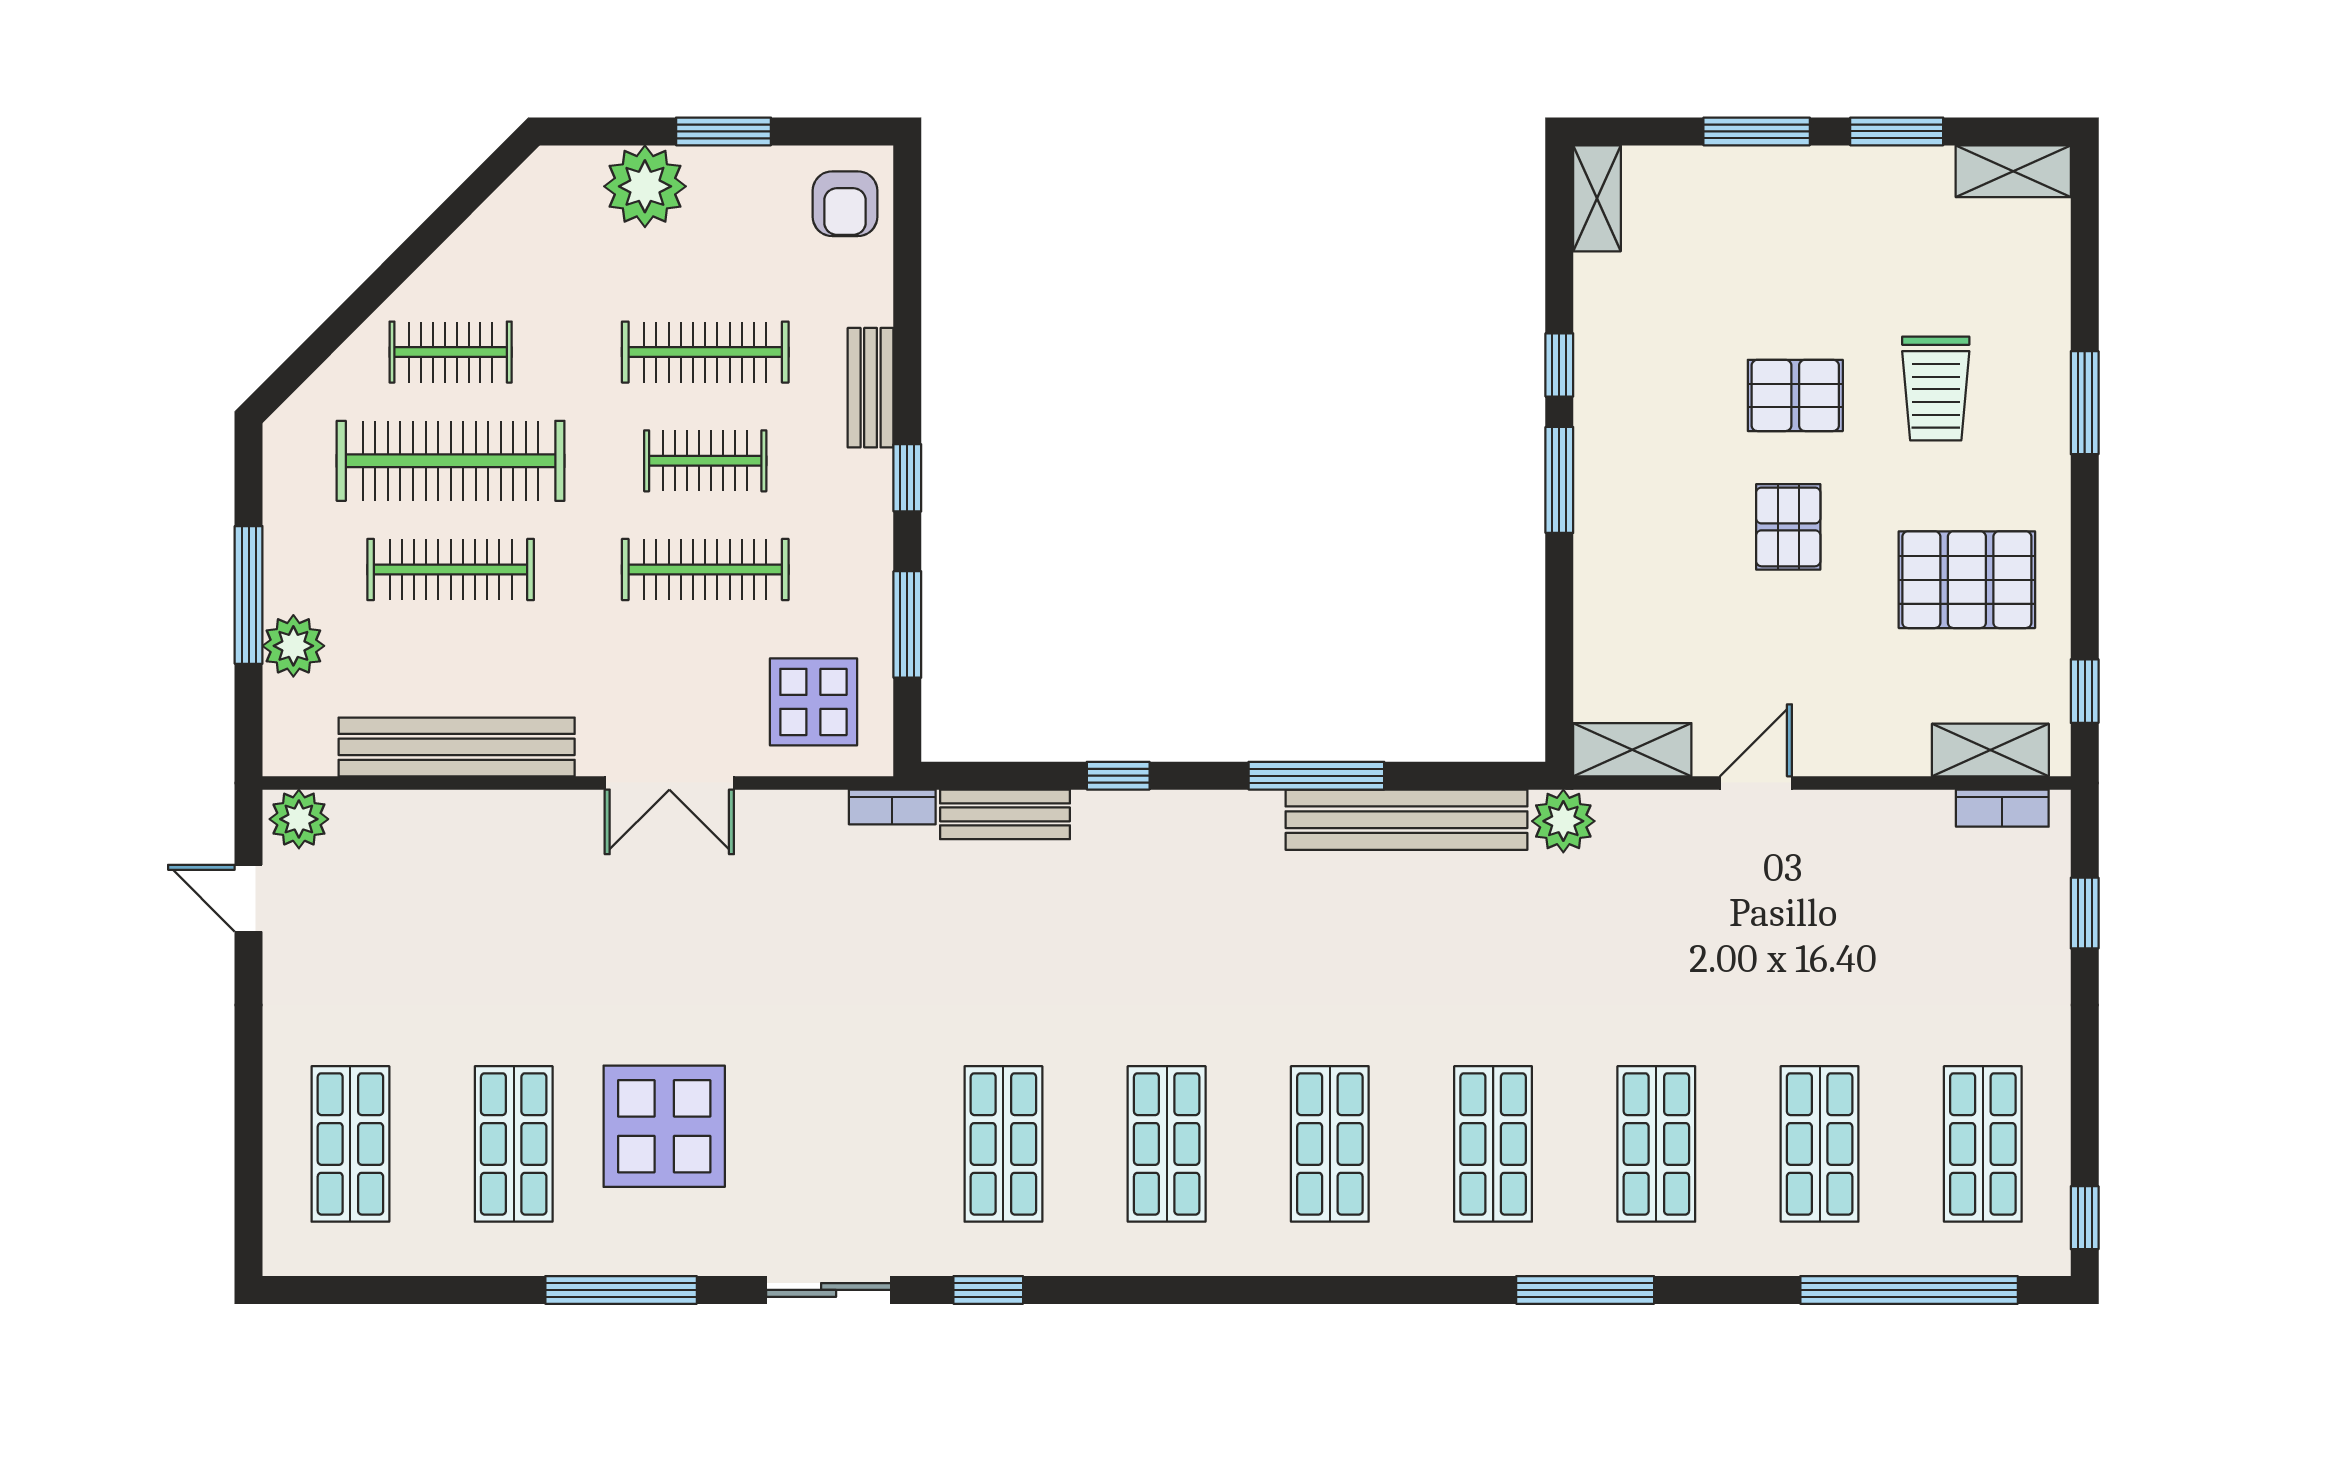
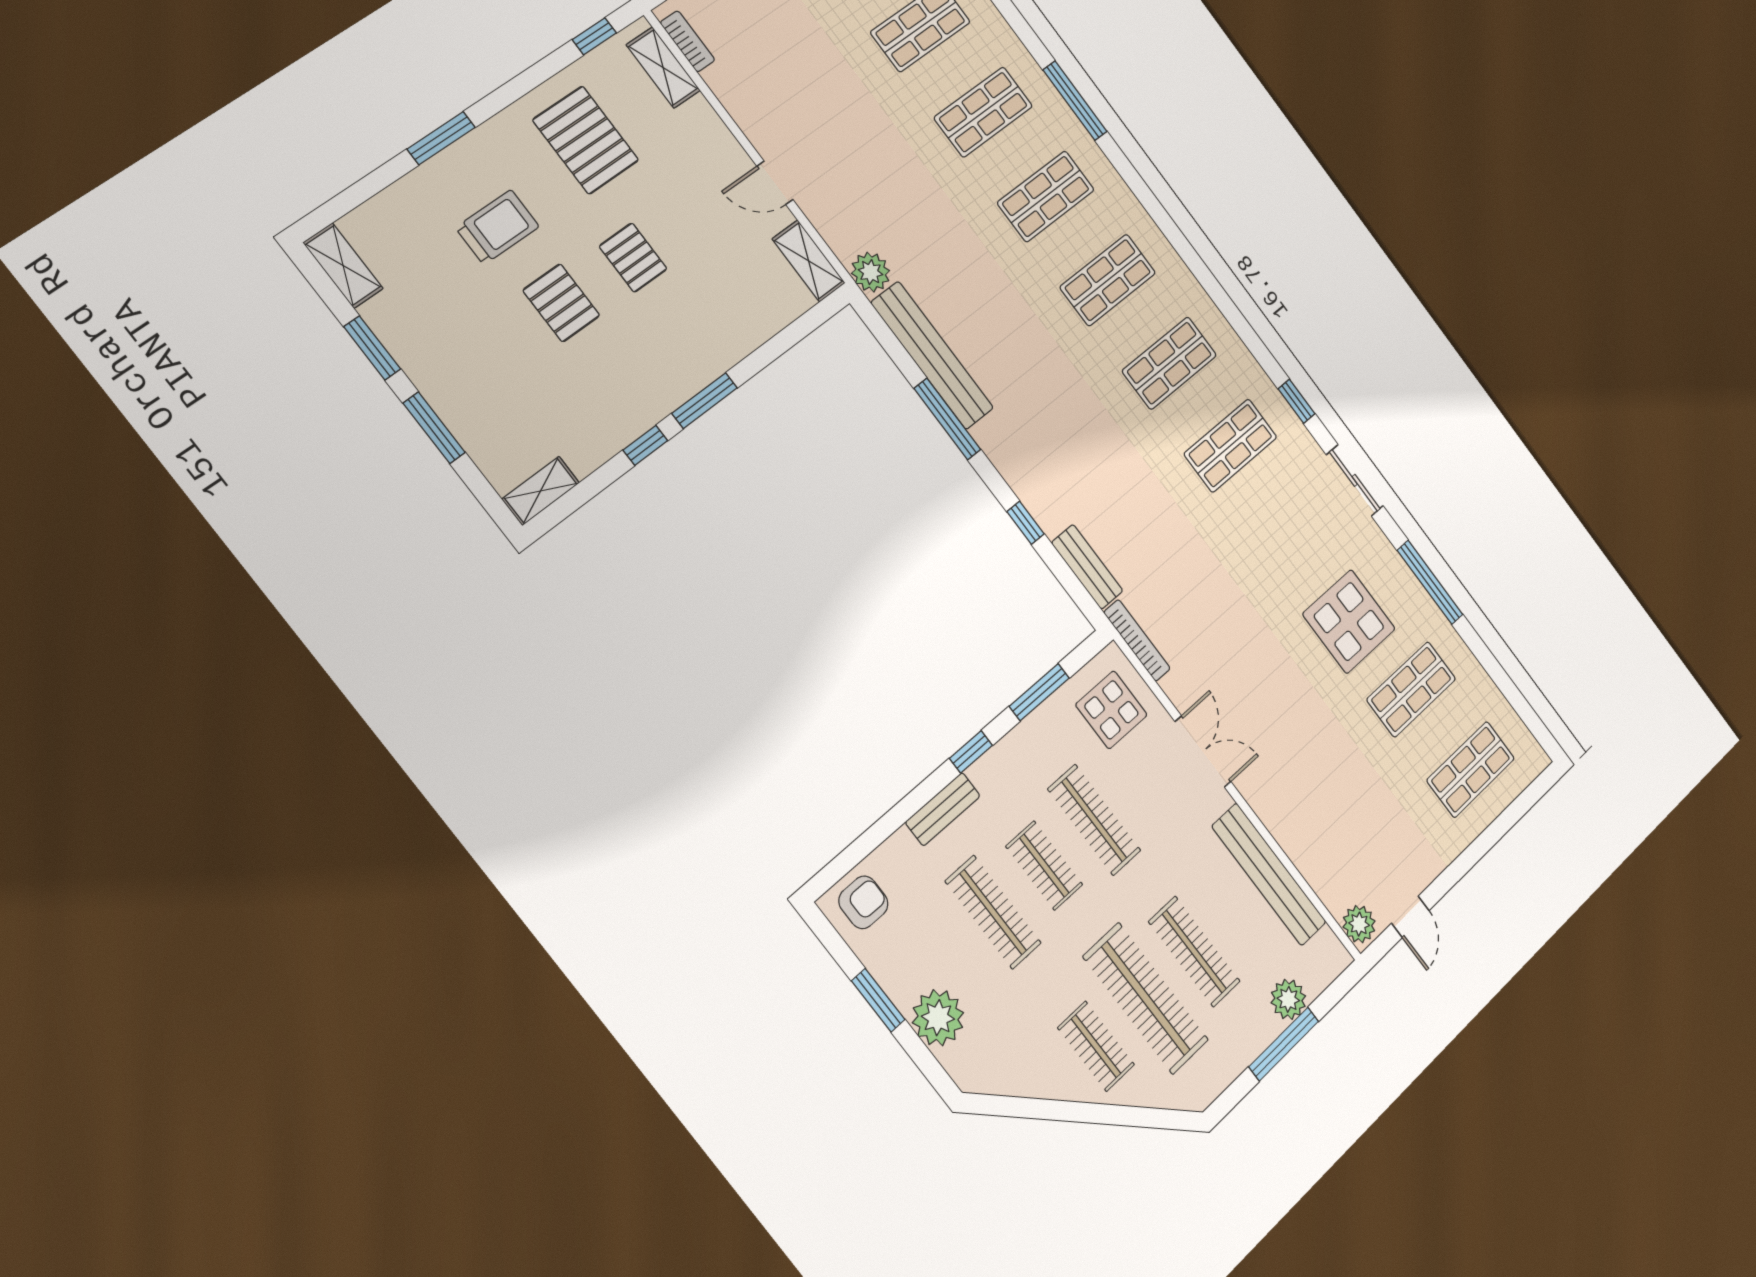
pallet: (1788, 527) -> (633, 258), turned 90
bookcase: (892, 807) -> (1137, 640), width x1.56

